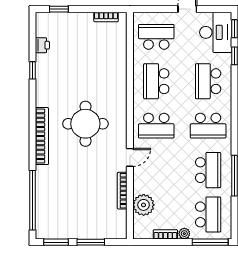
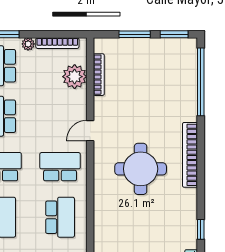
bookcase: (122, 191) -> (99, 75), moved
bookcase: (165, 234) -> (57, 43), width x1.56

